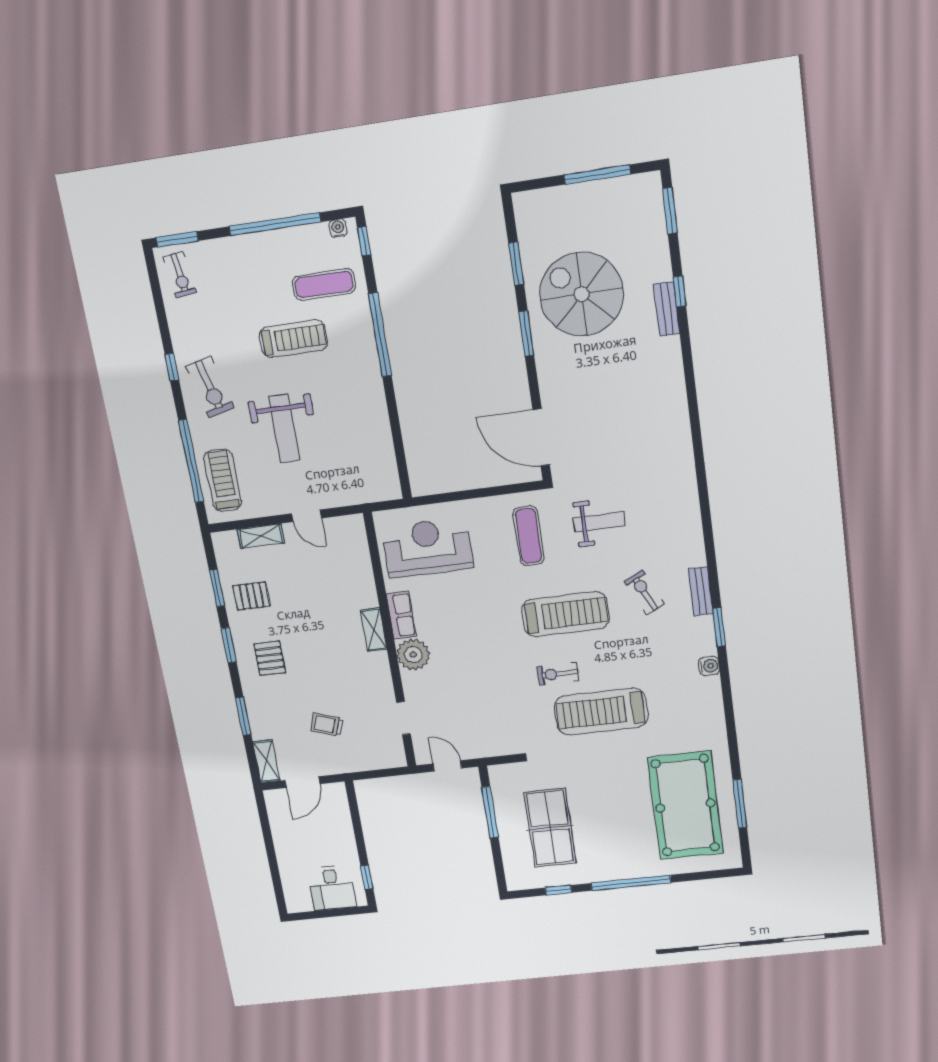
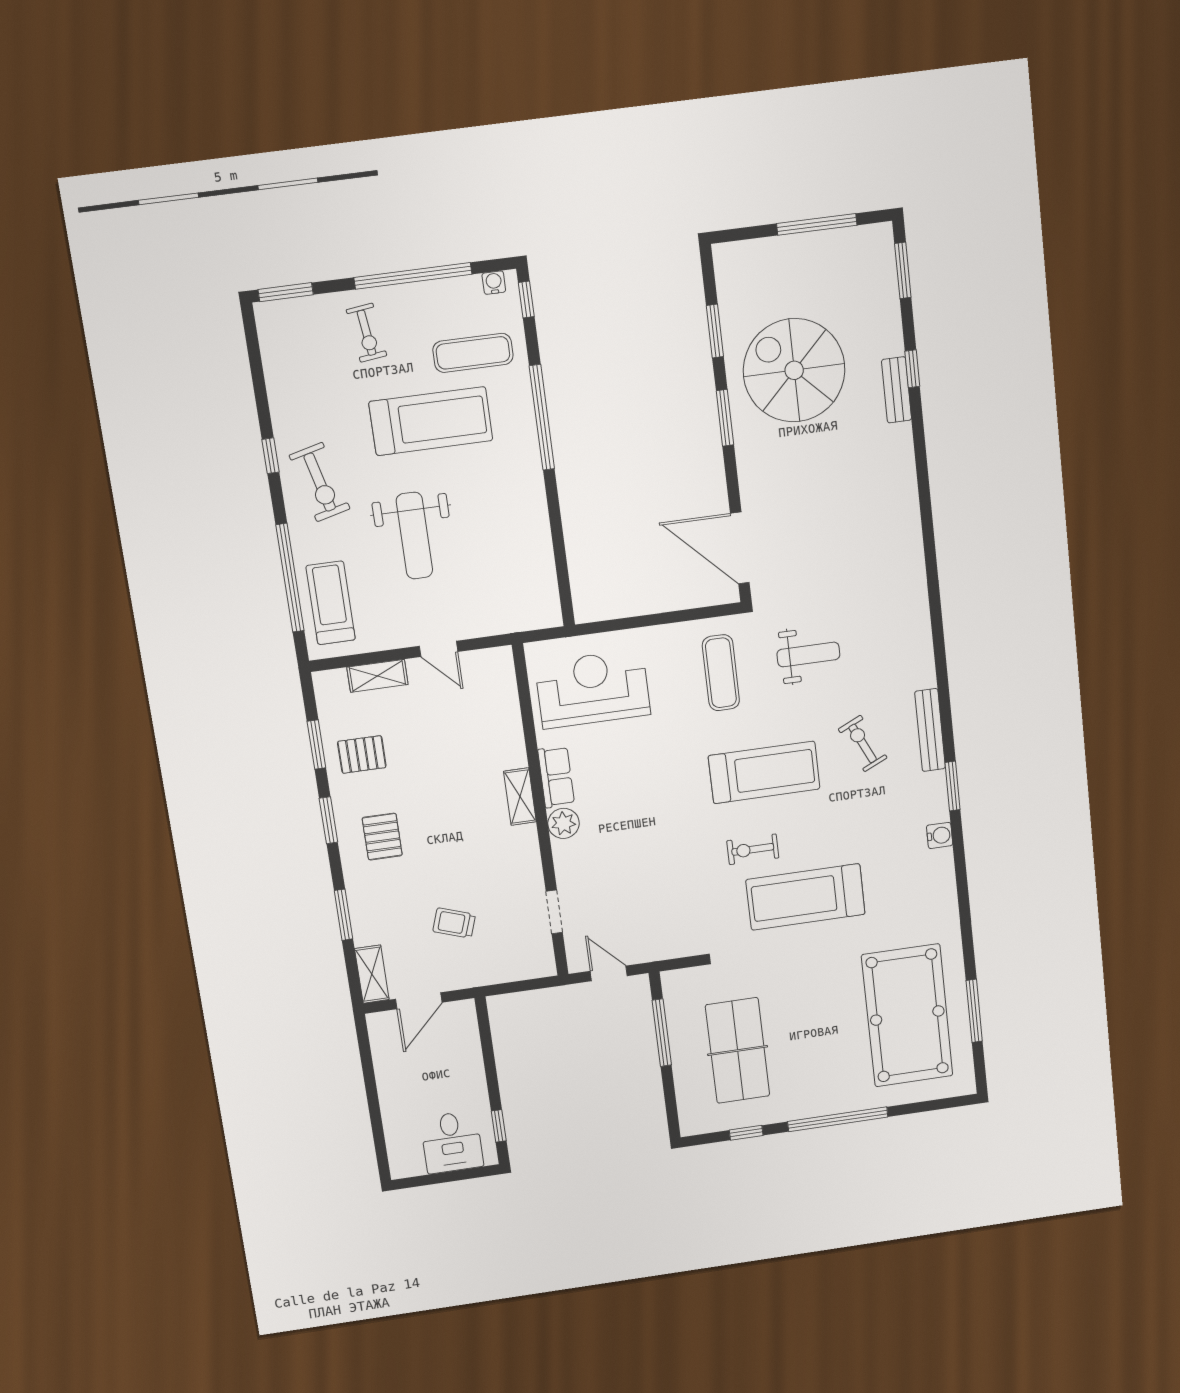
exercise bike: (180, 275) -> (367, 333), moved
treadmill: (293, 339) -> (431, 421), width x1.37, depth x1.38
bench: (701, 591) -> (930, 730), width x1.36
plant: (413, 655) -> (563, 823), width x0.73, depth x0.73

